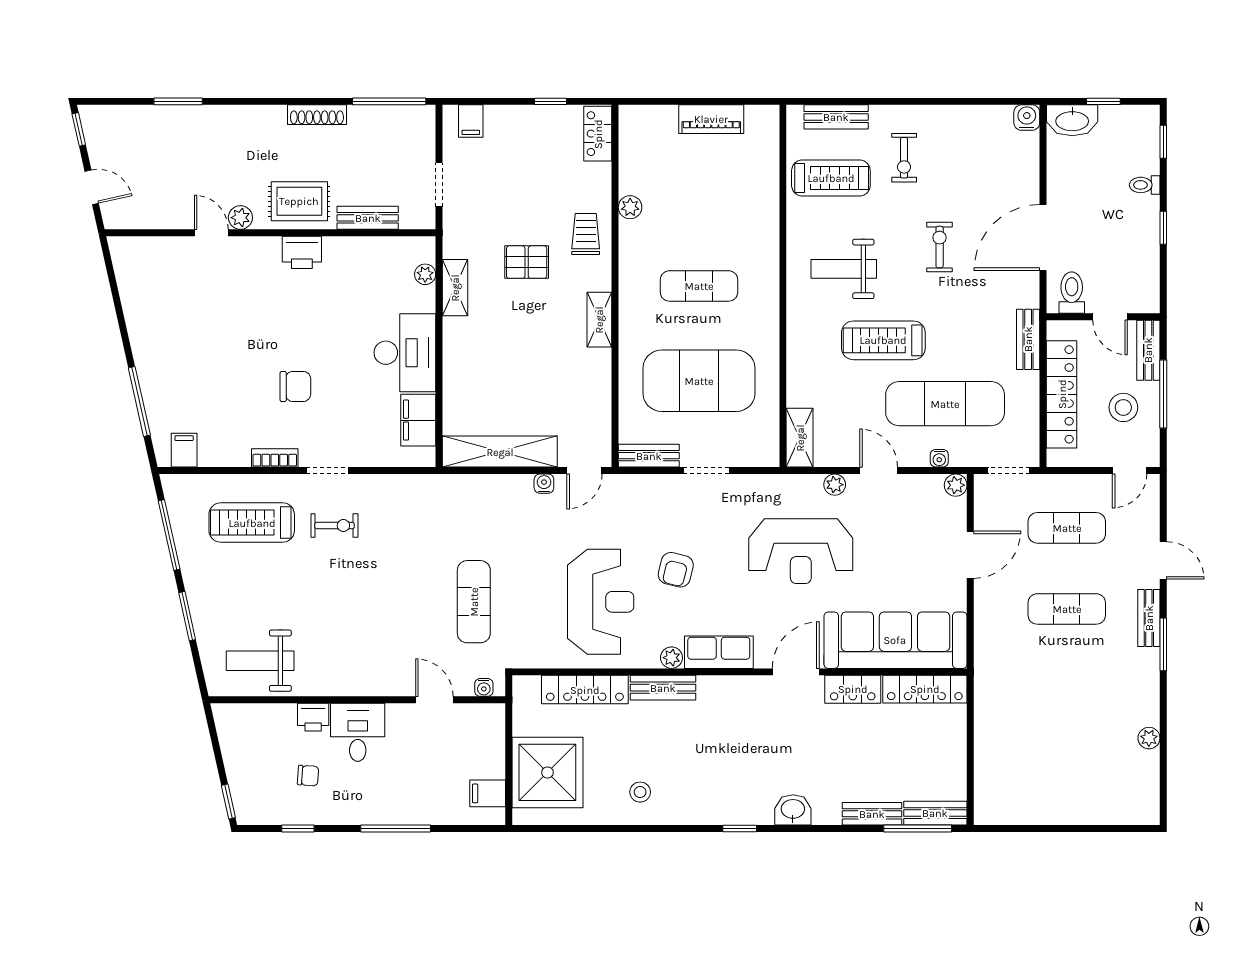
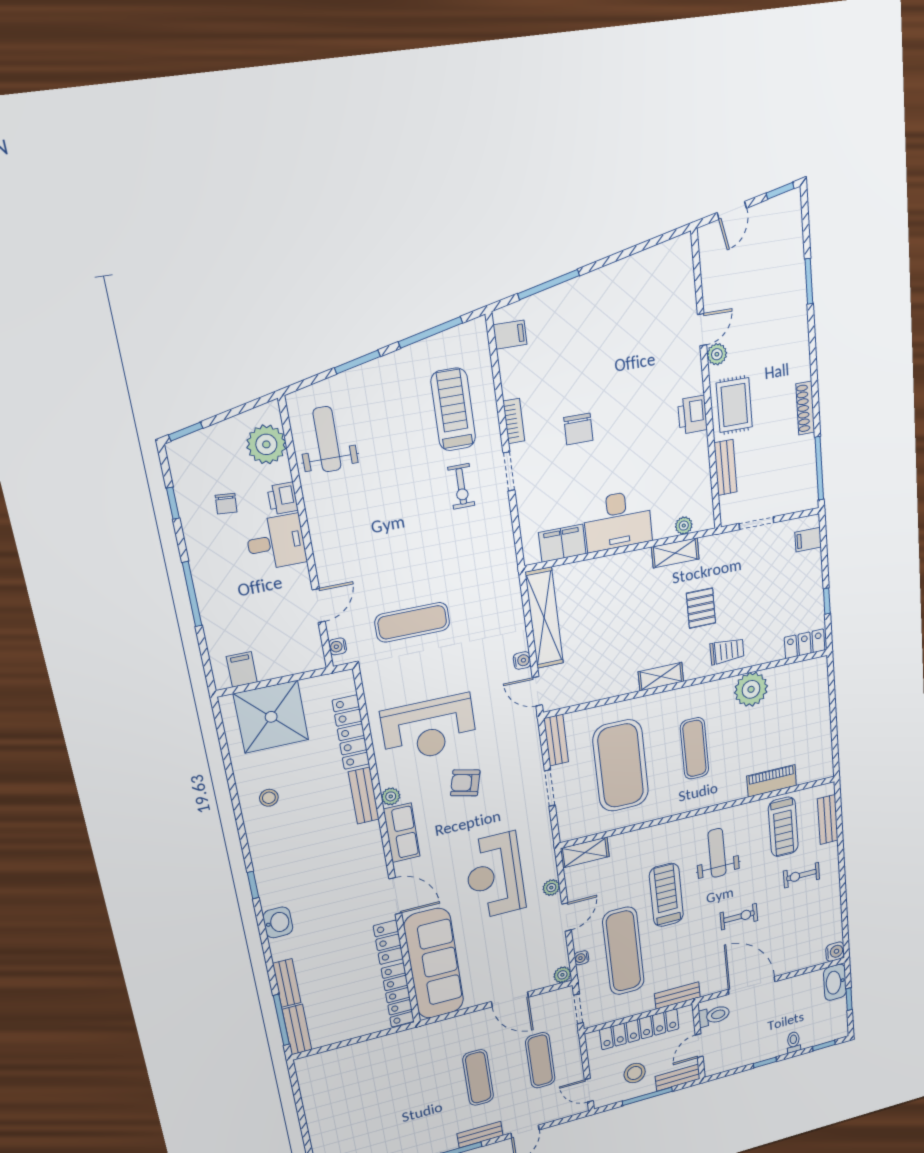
piano: (711, 119) -> (772, 781), moved, turned 90
plant: (630, 207) -> (751, 689), width x1.87, depth x1.87
plant: (255, 724) -> (266, 444), added

